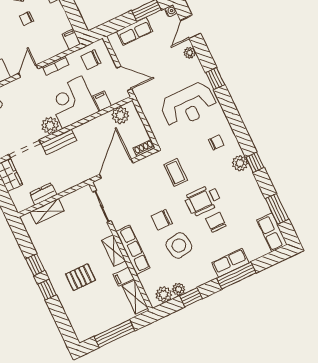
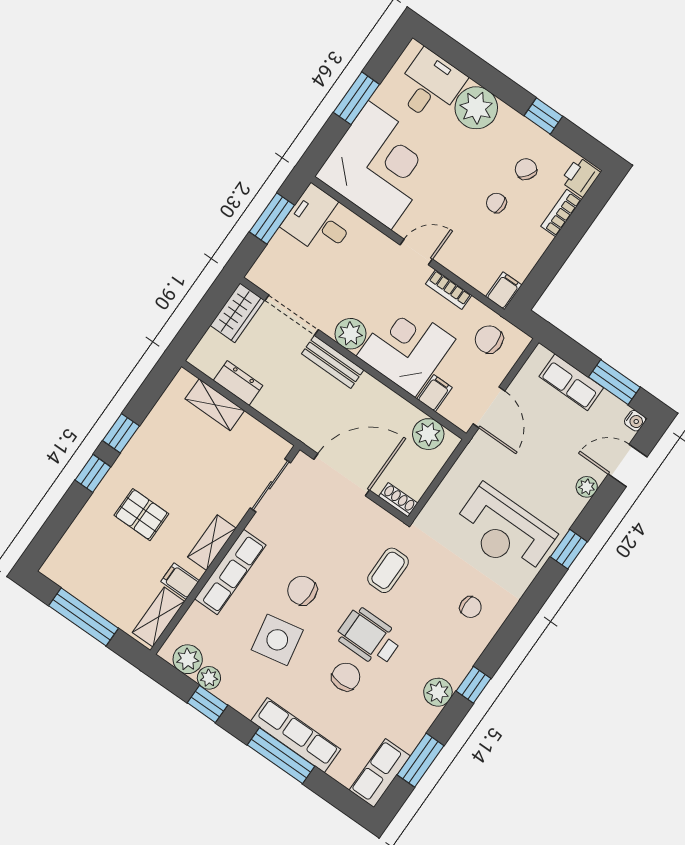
plant: (240, 163) -> (438, 692), moved
row of seats: (230, 263) -> (296, 735), width x1.48

